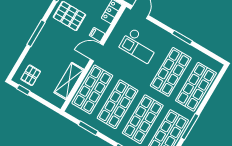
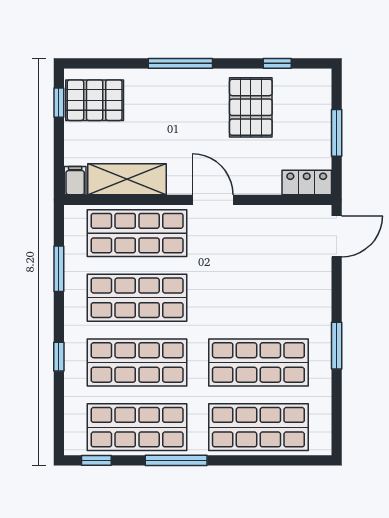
filing cabinet: (97, 35) -> (75, 181), moved
checkout: (139, 45) -> (273, 272), removed
pallet: (31, 75) -> (95, 100), width x1.50, depth x1.42

